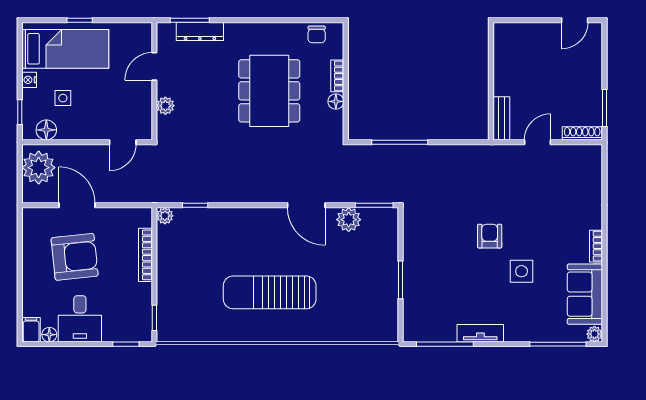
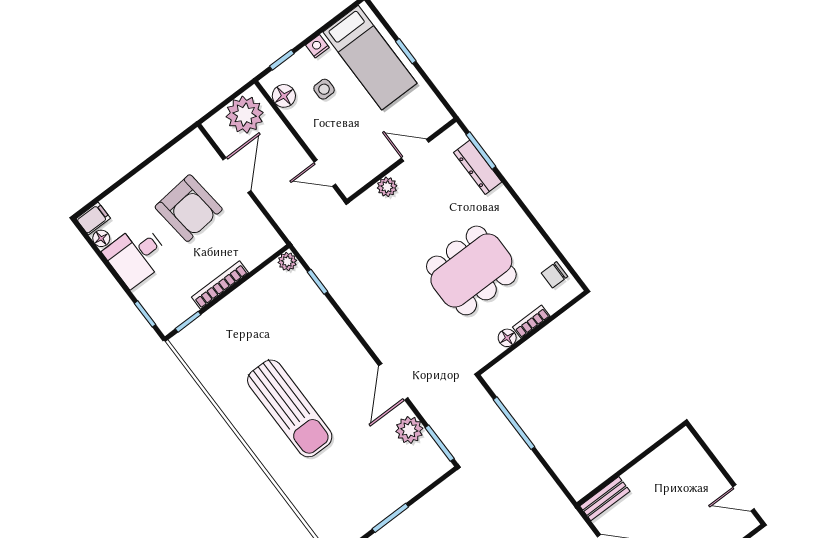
bookcase: (145, 255) -> (220, 285), moved
sun lounger: (270, 292) -> (290, 408), turned 180

